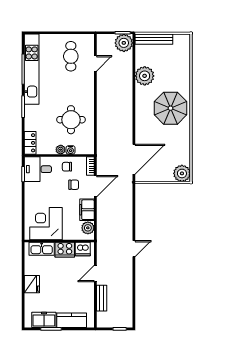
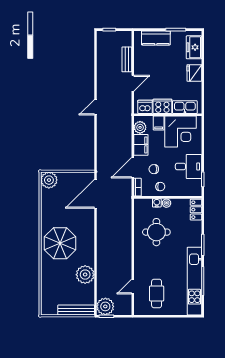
desk: (38, 169) -> (188, 166), moved
filing cabinet: (69, 232) -> (159, 123), added
freezer: (44, 320) -> (194, 47), moved, turned 90

